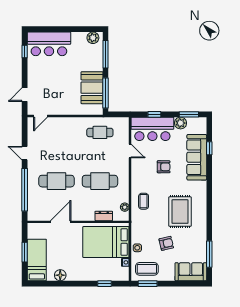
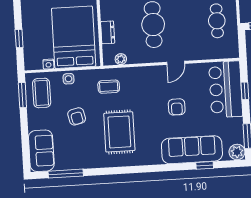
plant: (181, 123) -> (237, 152), moved
door: (130, 151) -> (176, 63), moved
coffee table: (144, 201) -> (109, 87), moved
rug: (180, 212) -> (119, 132), turned 90

